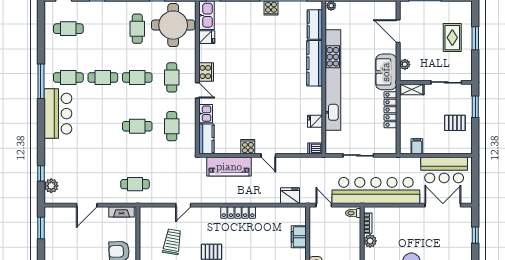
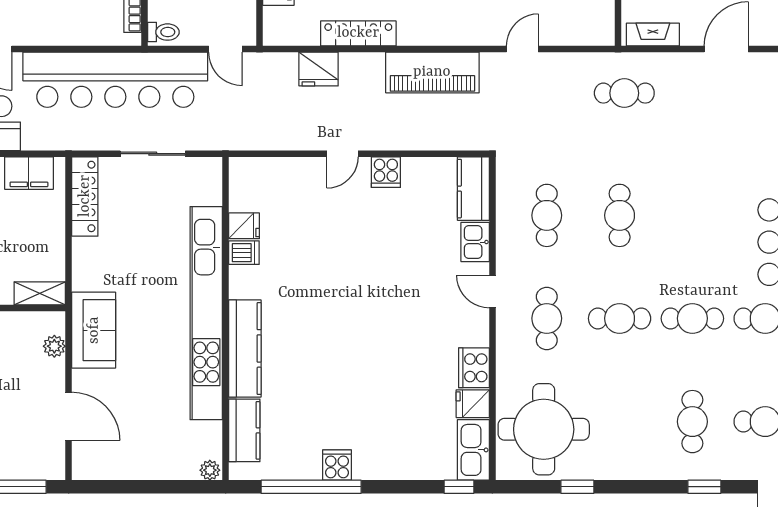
cafe table: (137, 29) -> (692, 422), moved
cooker: (206, 72) -> (474, 368), moved
locker: (390, 110) -> (85, 196), moved
cafe table: (137, 126) -> (620, 215), turned 90
filing cabinet: (417, 146) -> (29, 173), width x2.00
dishwasher: (315, 148) -> (244, 253), moved
door: (268, 155) -> (342, 154), swing flipped
piano: (229, 167) -> (432, 72), moved, turned 180
fridge: (290, 196) -> (319, 69), moved
locker: (238, 212) -> (358, 33), moved

